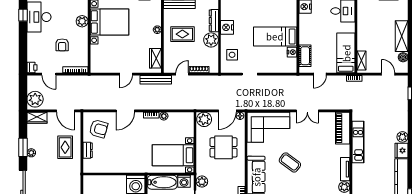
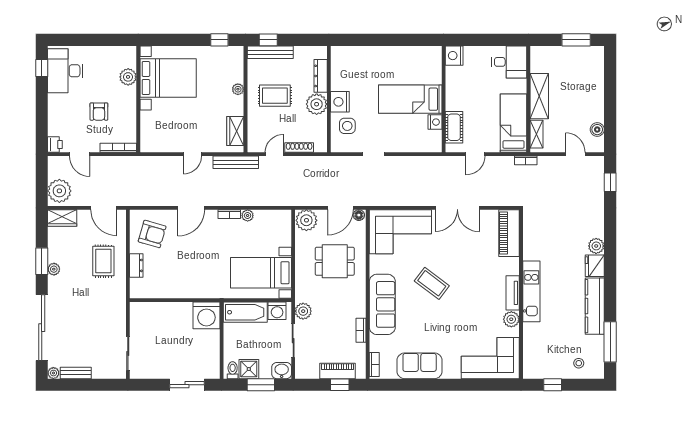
nightstand: (227, 27) -> (340, 102), moved
shelving: (402, 36) -> (539, 96), moved
double door: (307, 111) -> (457, 208), width x1.37
kitchen unit: (358, 142) -> (531, 291), moved

